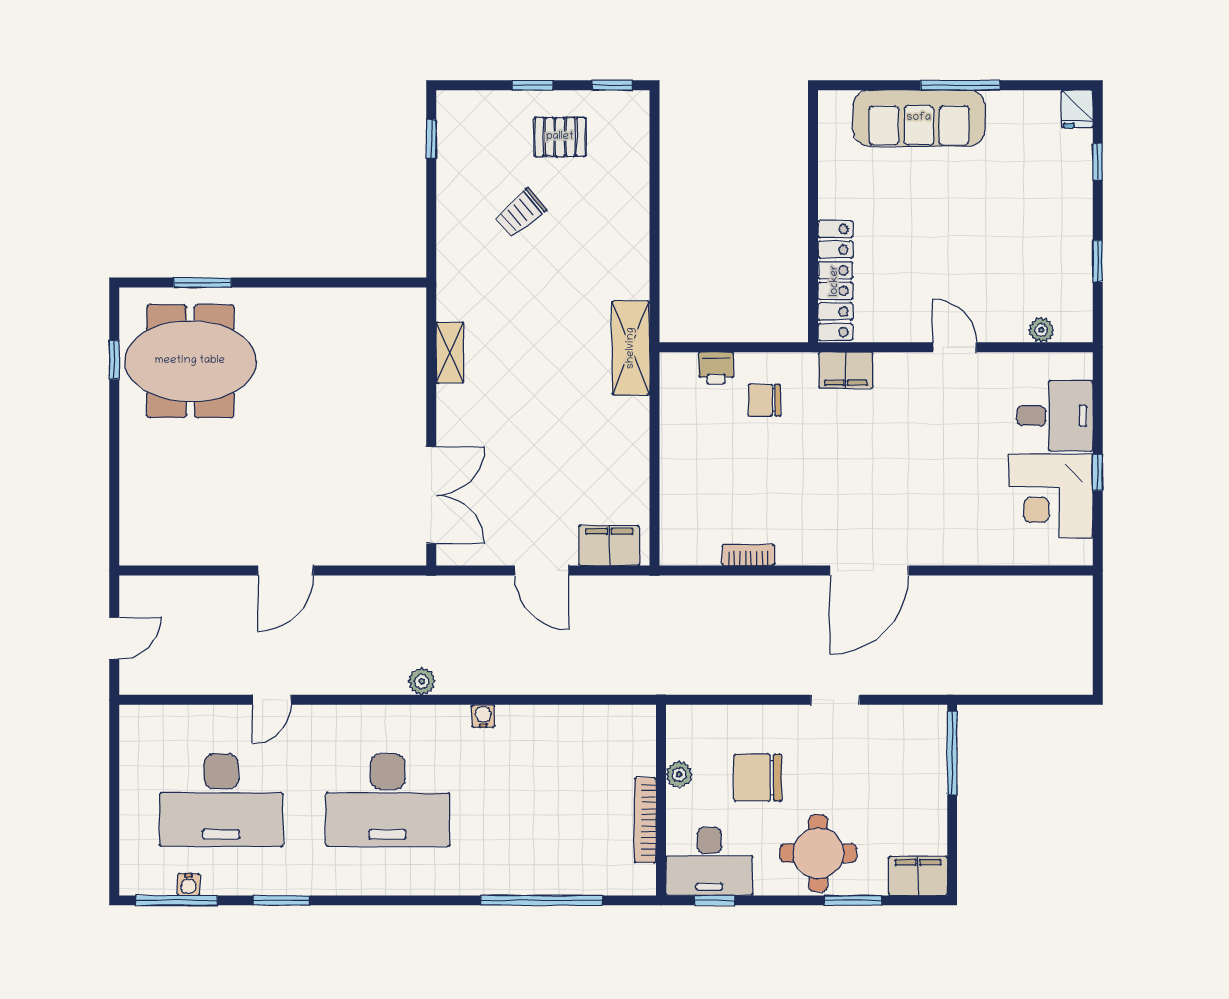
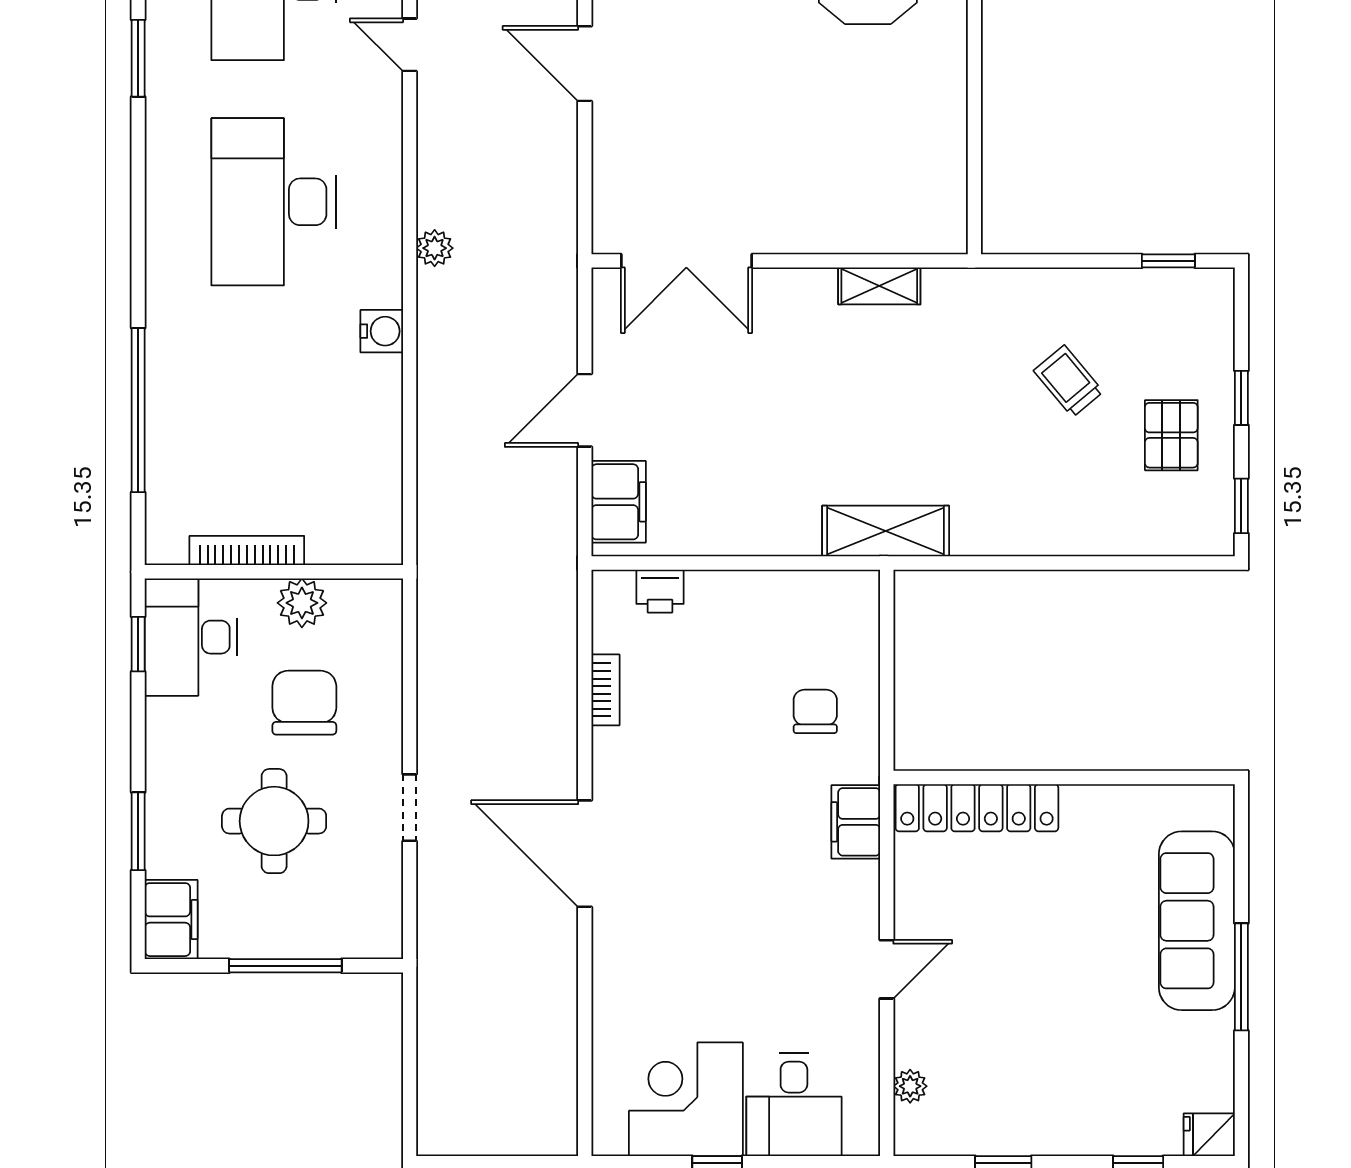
printer: (716, 368) -> (660, 591), moved, turned -90
water cooler: (483, 716) -> (382, 331), width x1.38, depth x1.38
window: (952, 753) -> (285, 966), moved
plant: (679, 774) -> (302, 603), width x1.38, depth x1.38
round table: (818, 853) -> (274, 821), moved

